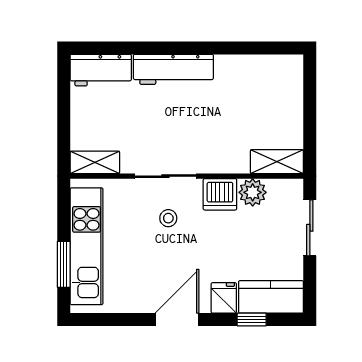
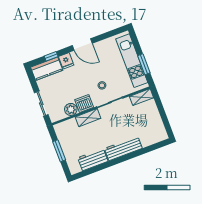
workbench: (101, 70) -> (93, 159), moved
window: (310, 115) -> (59, 151), added
shelving: (277, 162) -> (88, 118), moved
window: (64, 264) -> (144, 64), moved
door: (177, 319) -> (82, 44), hinge flipped

